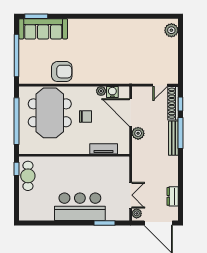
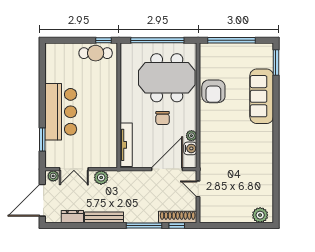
sofa: (43, 29) -> (262, 96), moved
door: (160, 85) -> (198, 189), moved
plant: (138, 133) -> (101, 177), moved
bench: (173, 138) -> (104, 217), moved
tv unit: (104, 149) -> (126, 145), width x1.41

